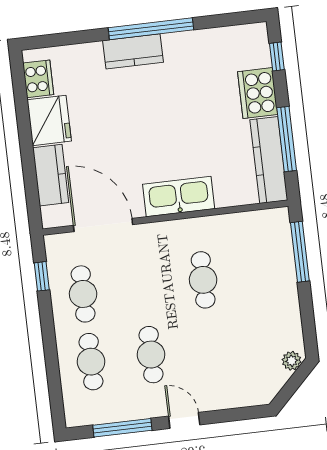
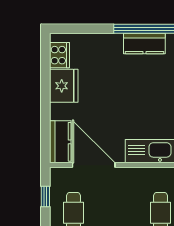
kitchen counter: (133, 51) -> (144, 43), moved
kitchen counter: (51, 175) -> (60, 142), moved

